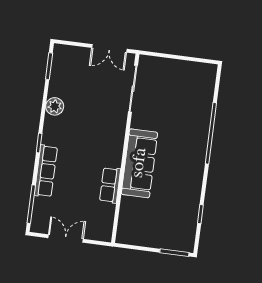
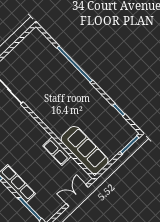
sofa: (139, 163) -> (85, 150), moved
double door: (66, 238) -> (77, 195), moved

